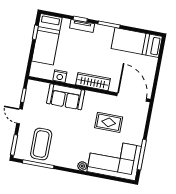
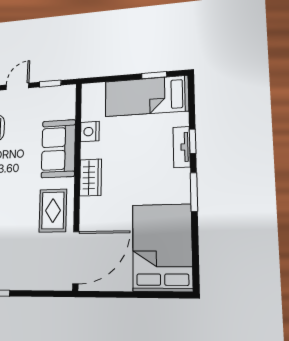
bed: (137, 43) -> (162, 248), width x1.50
wardrobe: (93, 82) -> (91, 177), width x0.67
rug: (109, 122) -> (53, 211), moved

